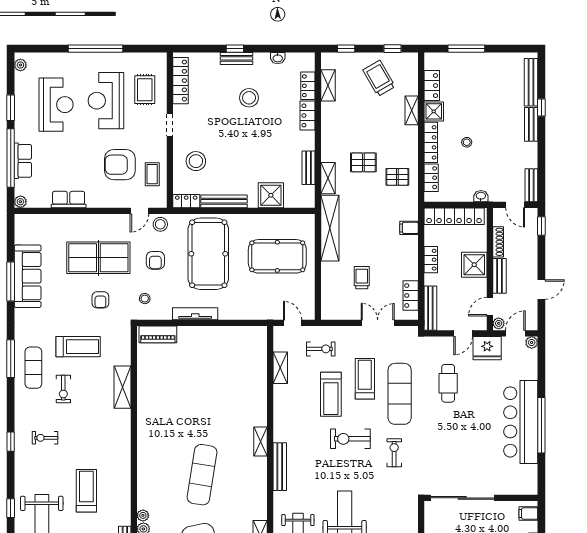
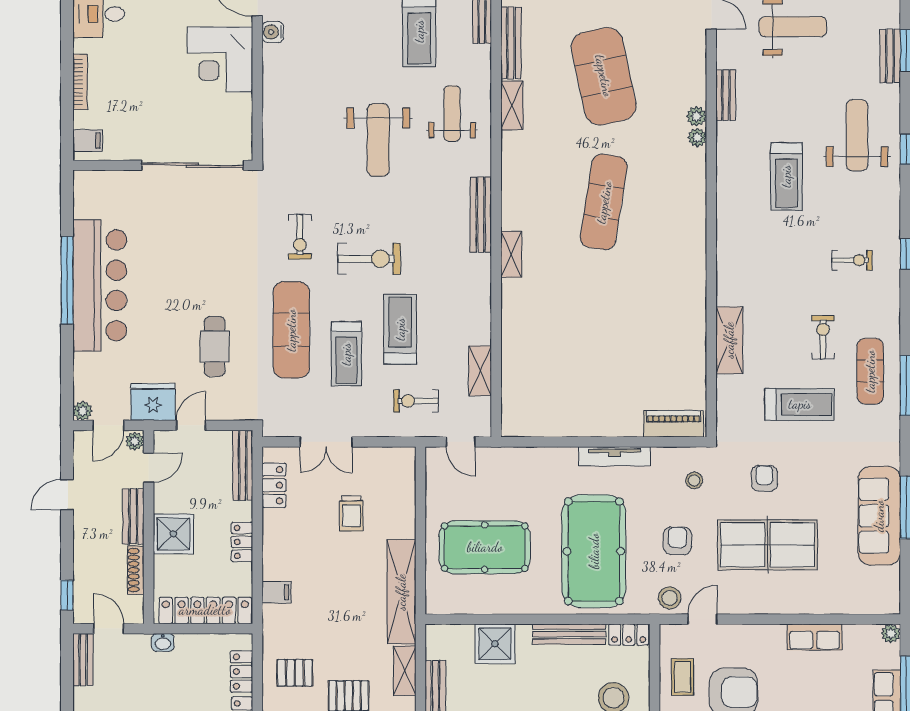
treadmill: (78, 347) -> (800, 404), turned 180

